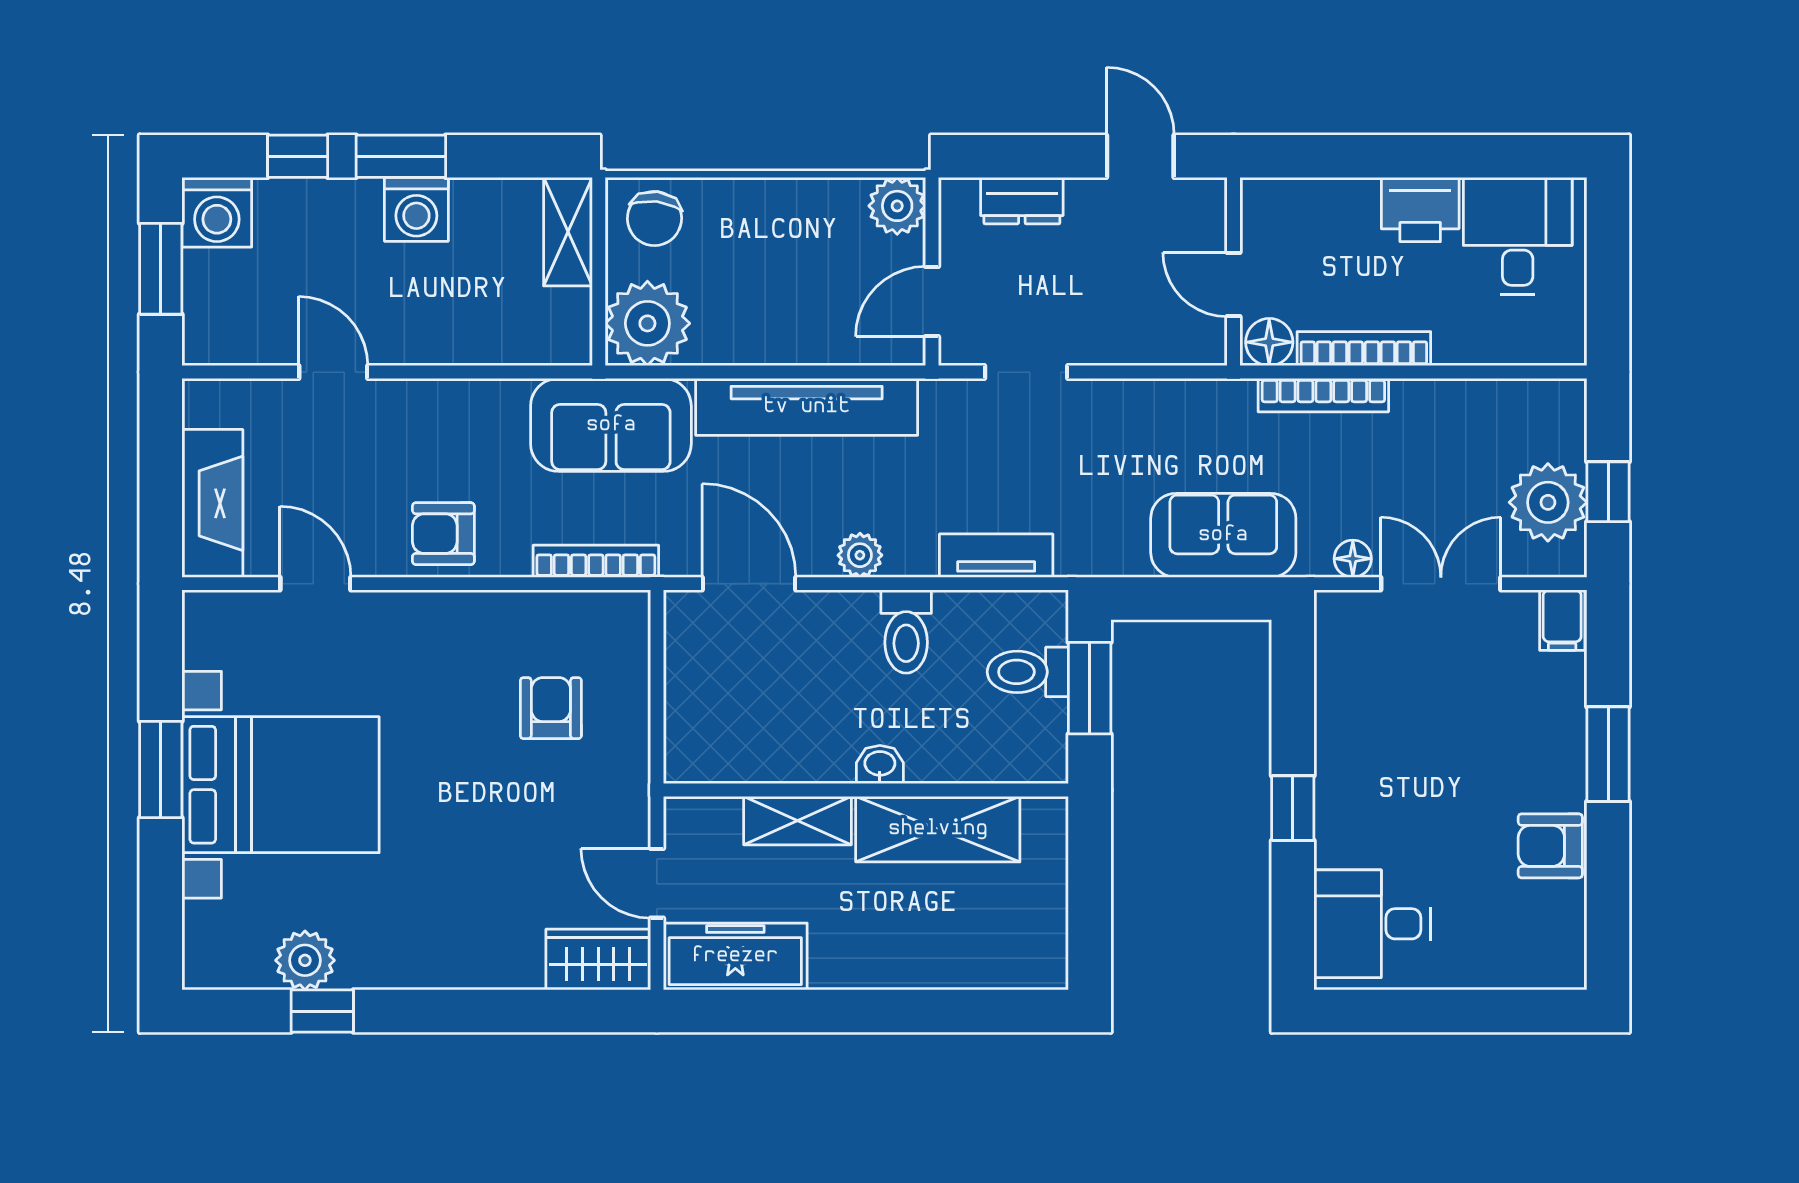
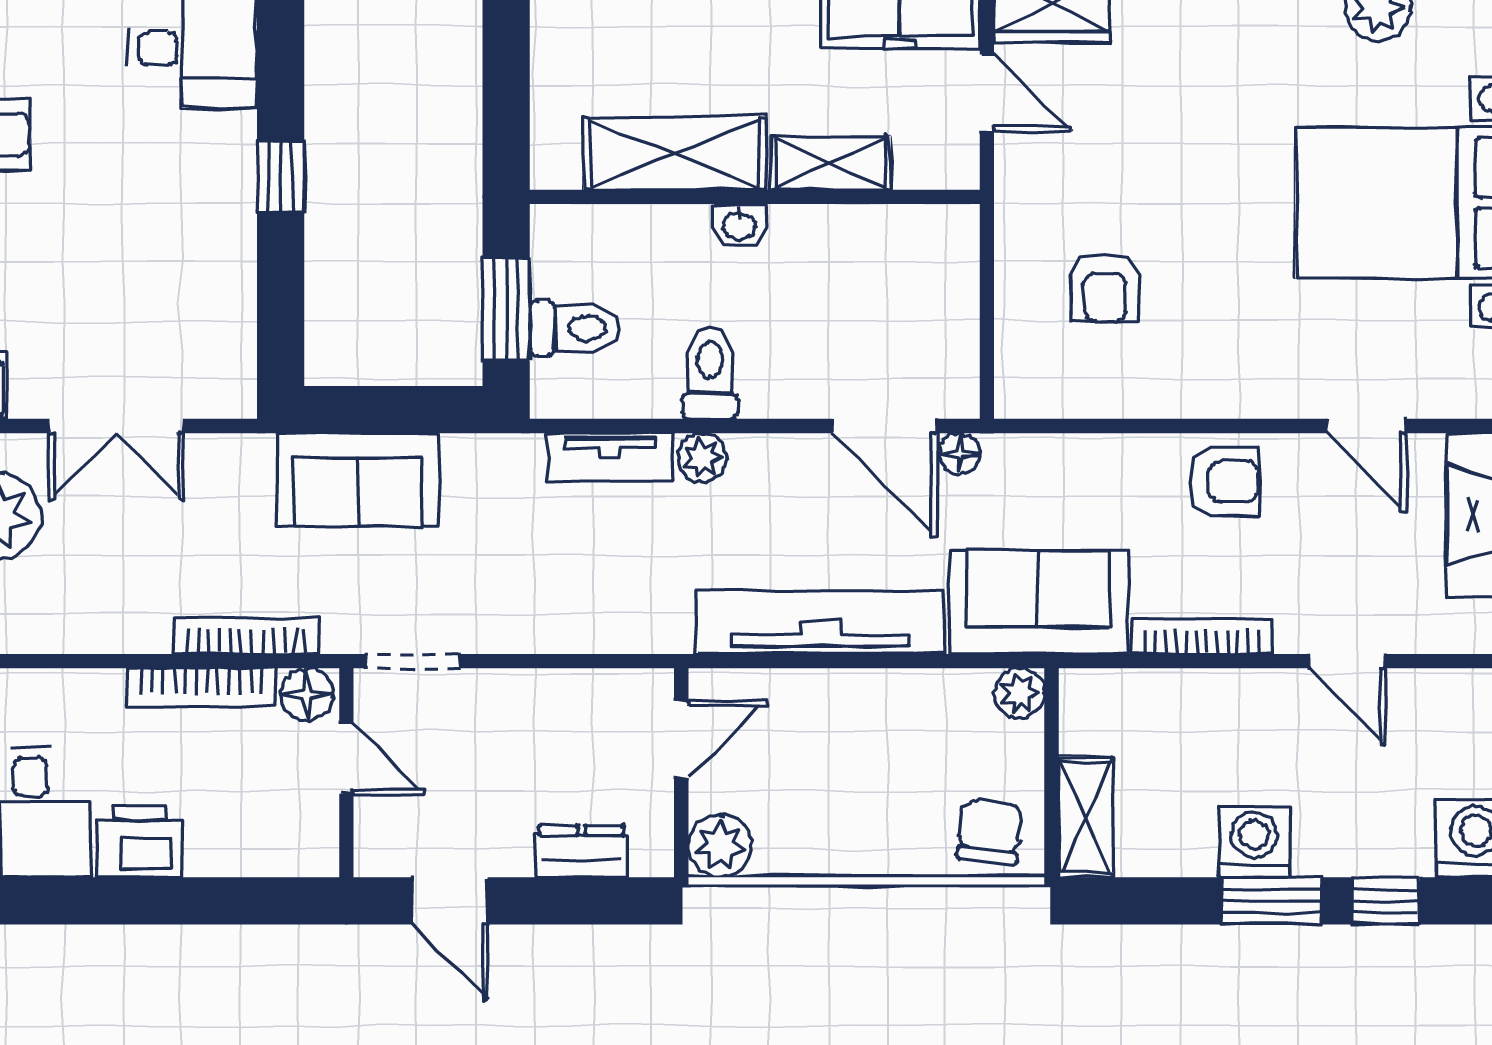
plant: (647, 323) -> (1019, 693), width x0.53, depth x0.53
doorway: (1026, 372) -> (413, 661), moved
plant: (860, 555) -> (702, 458), moved
floor lamp: (1353, 559) -> (960, 454), moved
bookcase: (596, 561) -> (1202, 636), moved, turned 180

